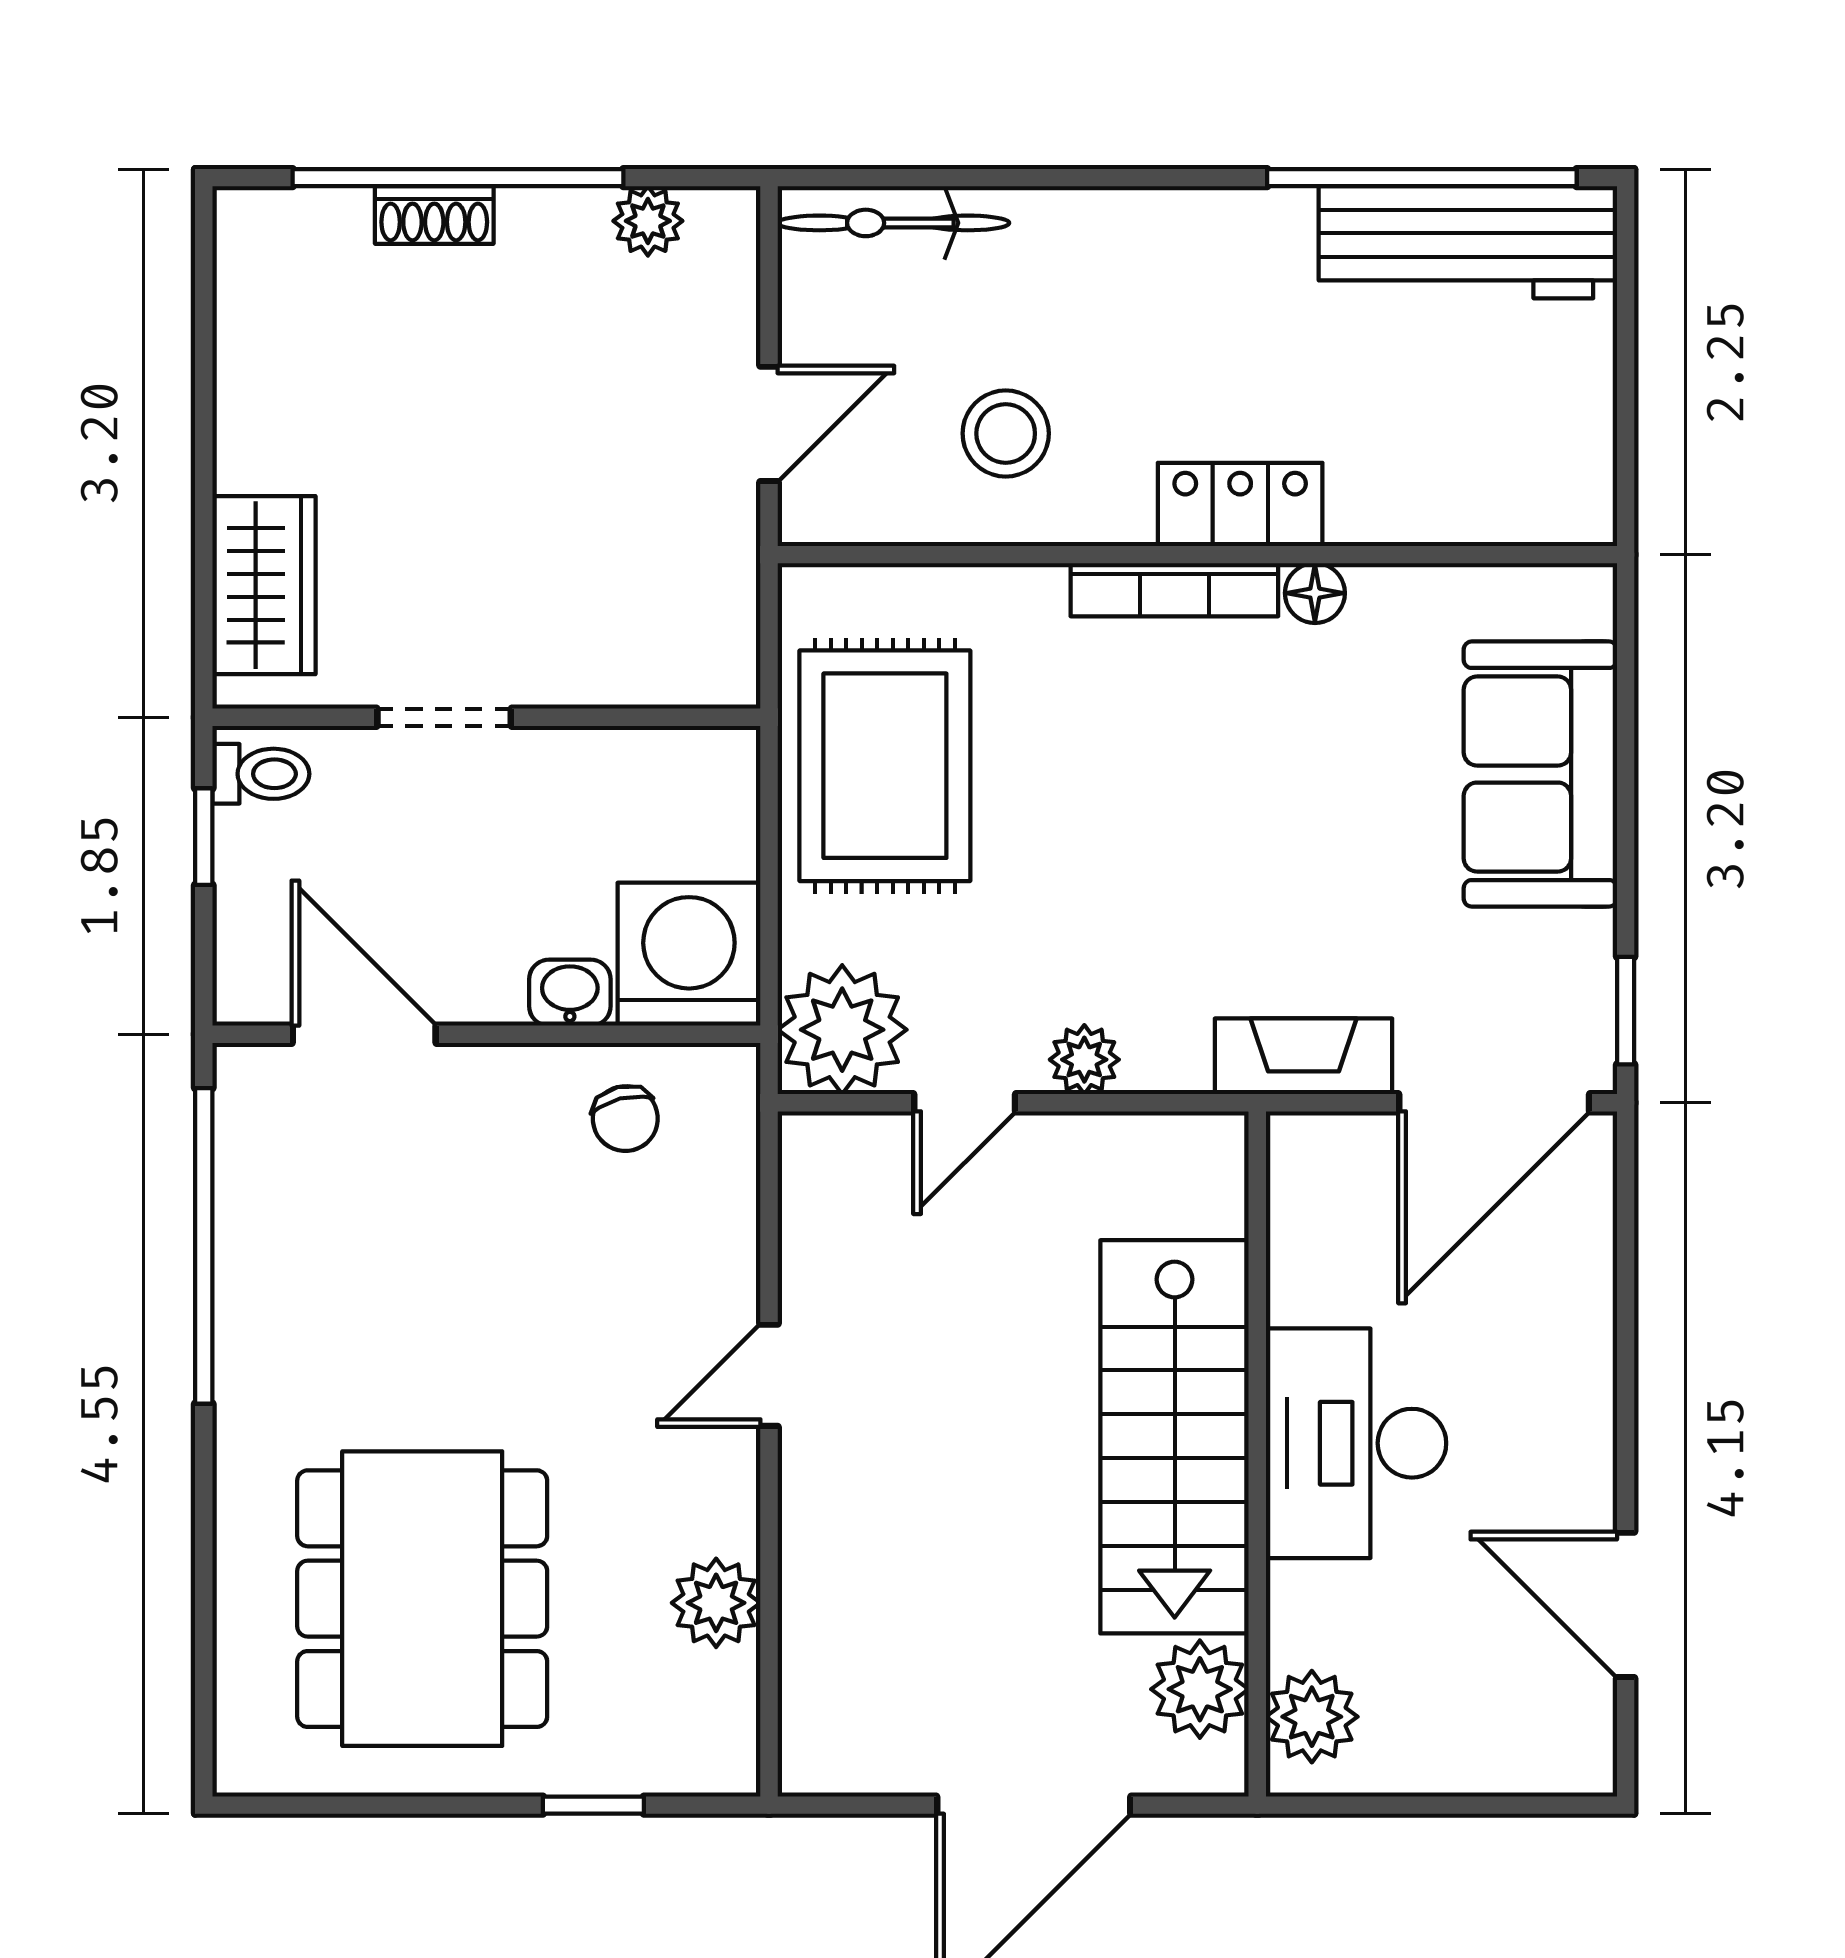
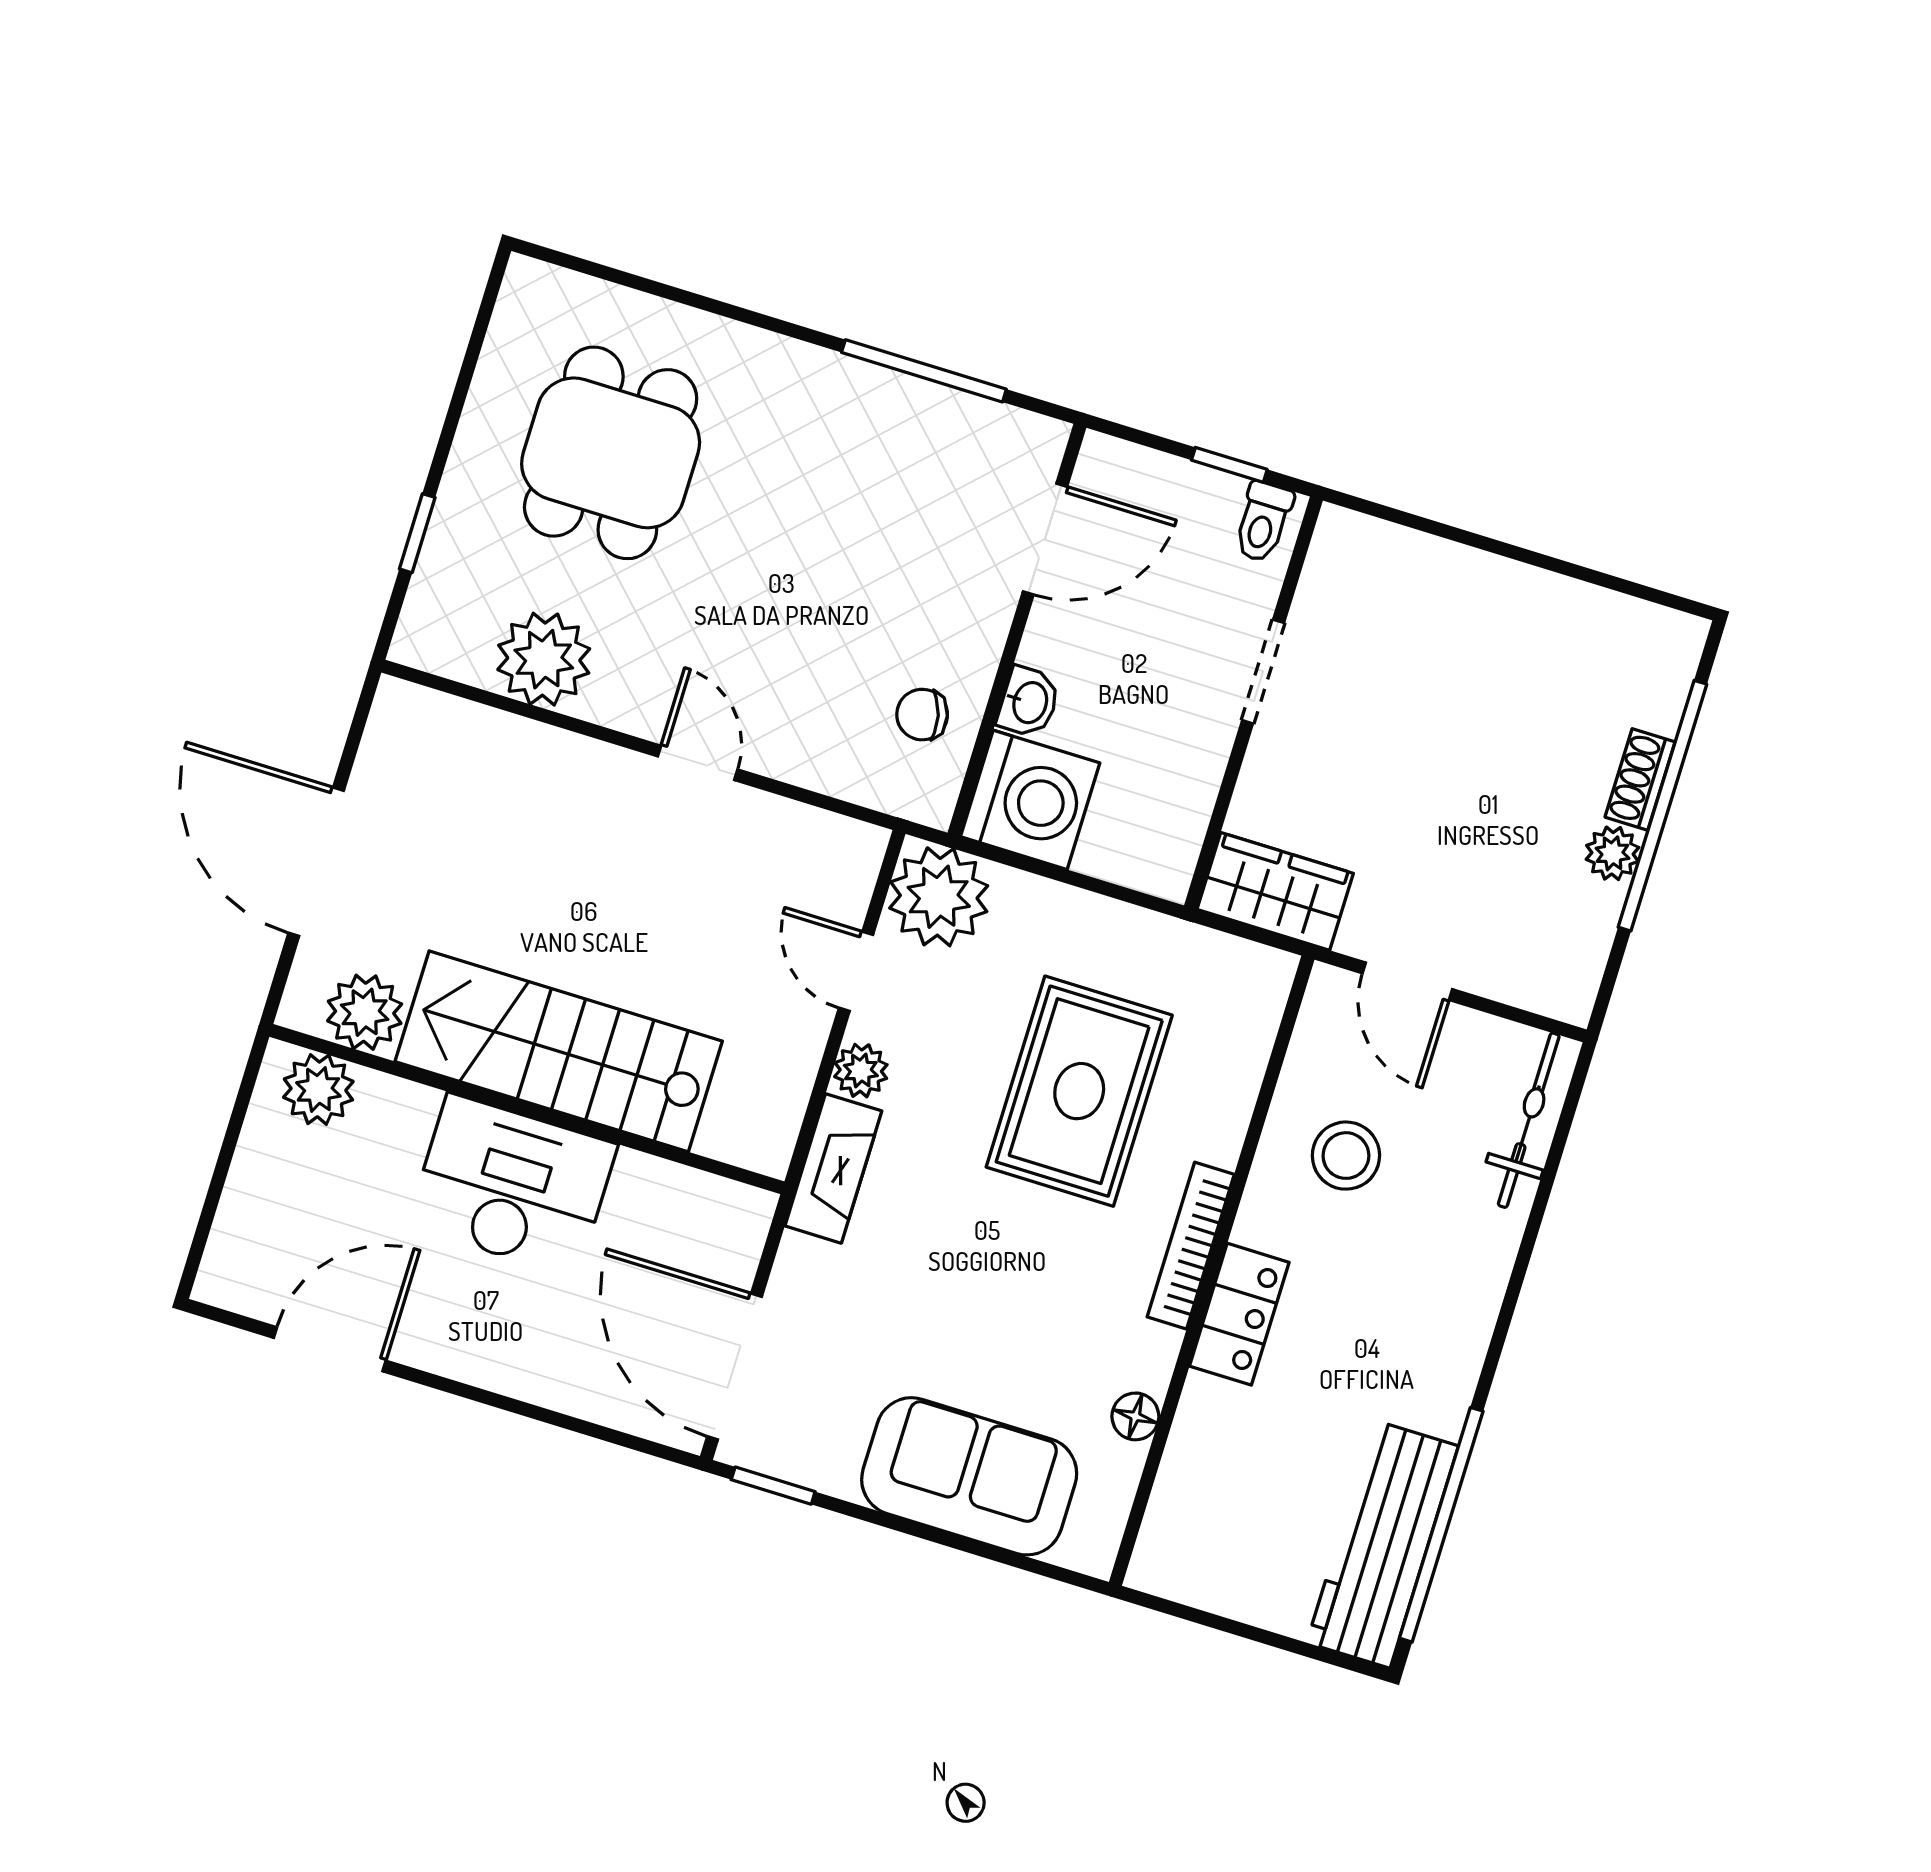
plant: (648, 221) -> (1612, 853), moved
wardrobe: (264, 585) -> (1275, 891), moved, turned 180
floor lamp: (1315, 593) -> (1135, 1416), moved
rug: (885, 766) -> (1079, 1091), moved, turned 90
fireplace: (1303, 1056) -> (833, 1168), moved
window: (204, 1246) -> (924, 371), width x0.68
dining table: (422, 1599) -> (611, 453), width x0.73
plant: (716, 1603) -> (544, 659), width x1.36, depth x1.36

